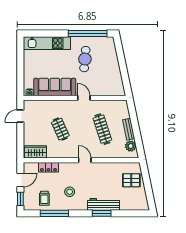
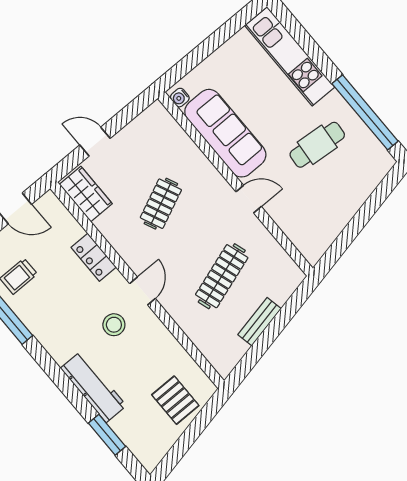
door: (84, 98) -> (249, 199), hinge flipped
door: (20, 116) -> (95, 142), moved
plant: (131, 146) -> (233, 349), removed
locker: (48, 167) -> (94, 257), moved
stool: (70, 192) -> (114, 325), moved
window: (102, 213) -> (107, 435), moved

